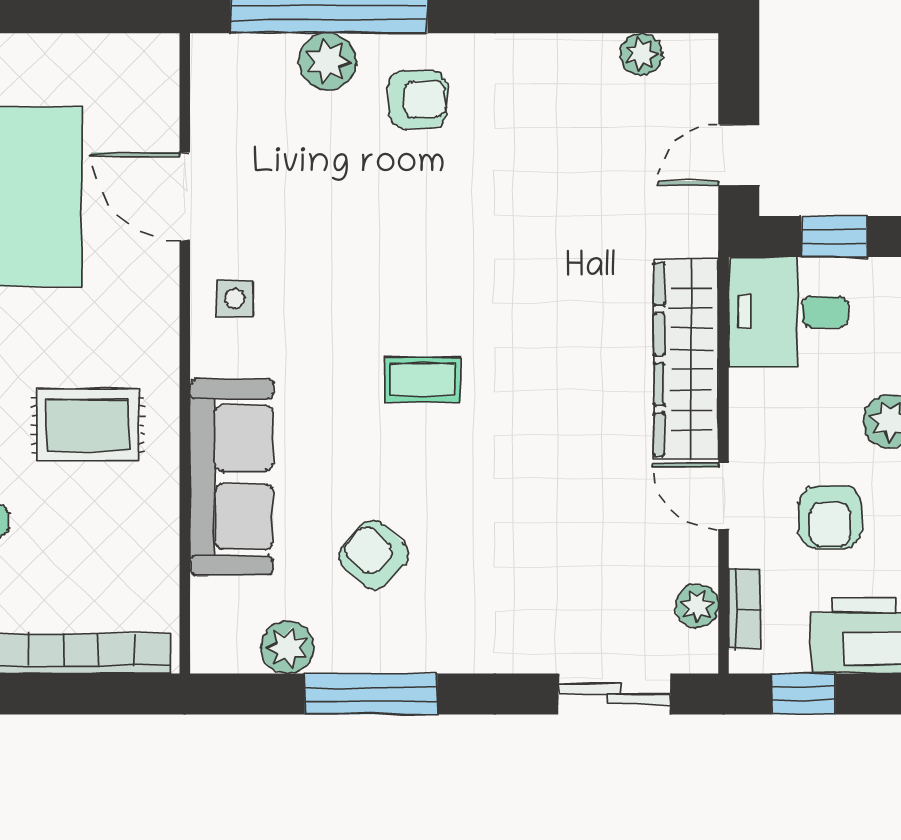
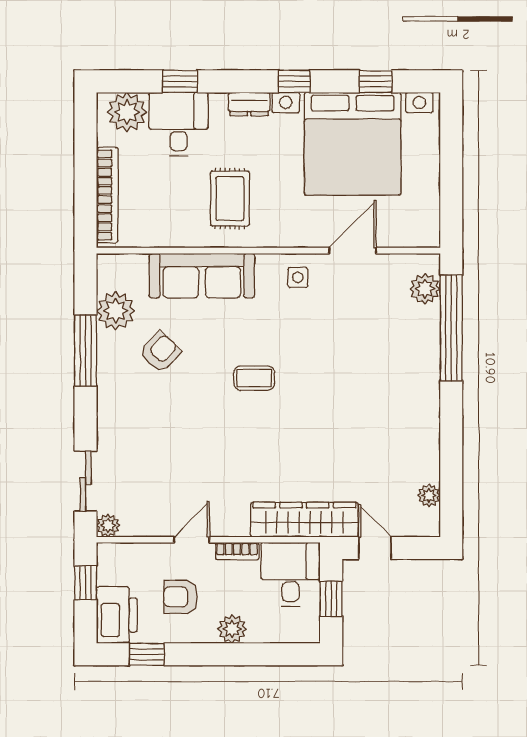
plant: (328, 62) -> (425, 289), moved
armchair: (418, 99) -> (405, 376), removed
wardrobe: (686, 359) -> (304, 520), moved
coffee table: (422, 380) -> (254, 378), turned 90
plant: (697, 606) -> (108, 525), moved
bookcase: (745, 609) -> (237, 551), moved
plant: (287, 647) -> (116, 311), width x1.36, depth x1.36

